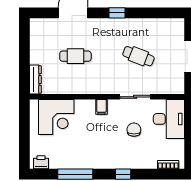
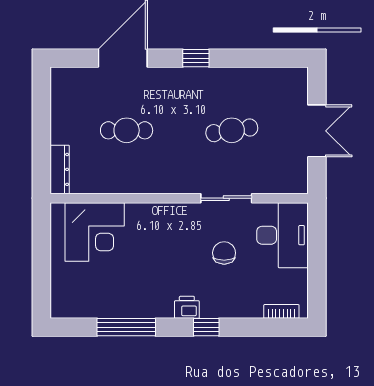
cafe table: (138, 56) -> (232, 130), turned -30
filing cabinet: (101, 107) -> (170, 215), removed
printer: (41, 162) -> (187, 307), moved

